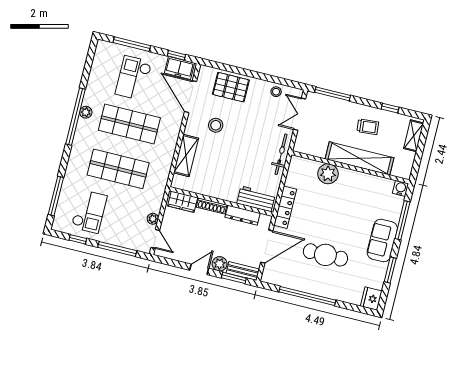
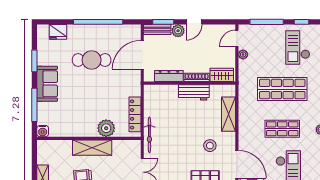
shop shelf: (129, 124) -> (282, 129), width x0.70, depth x0.74
shelving: (360, 158) -> (92, 148), width x0.68
workbench: (256, 199) -> (194, 92), moved
locker: (285, 207) -> (135, 114), moved
door: (155, 239) -> (237, 38), hinge flipped
fridge: (371, 299) -> (58, 32), moved, turned 90

